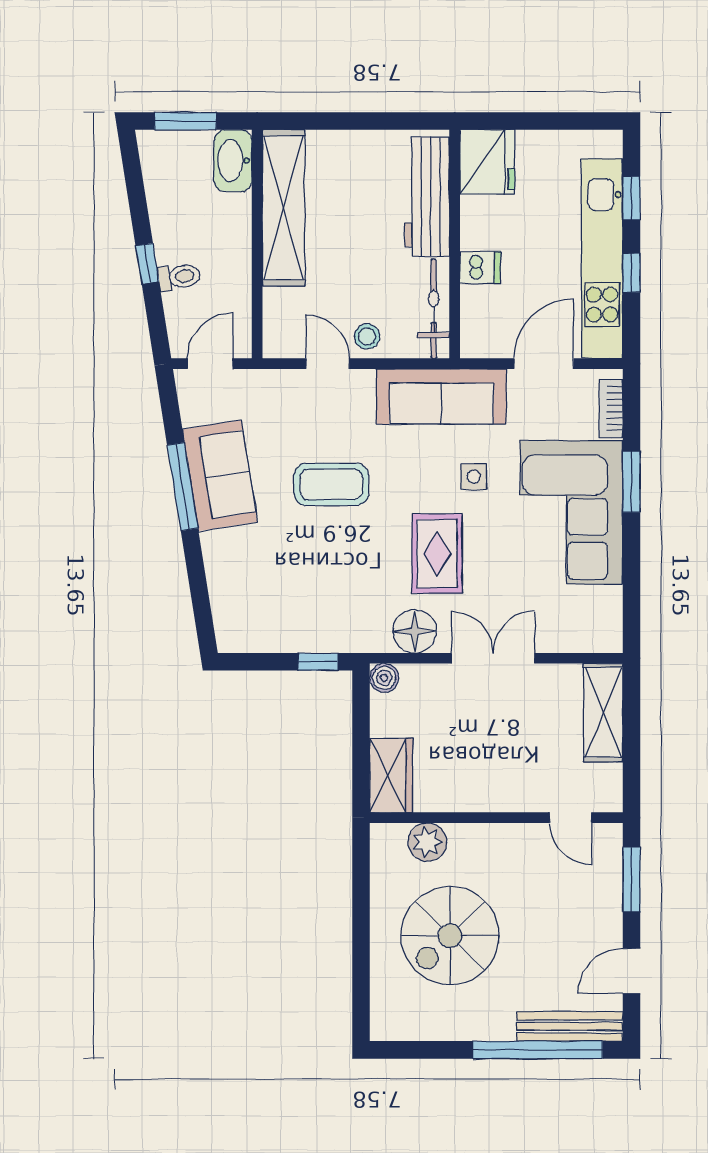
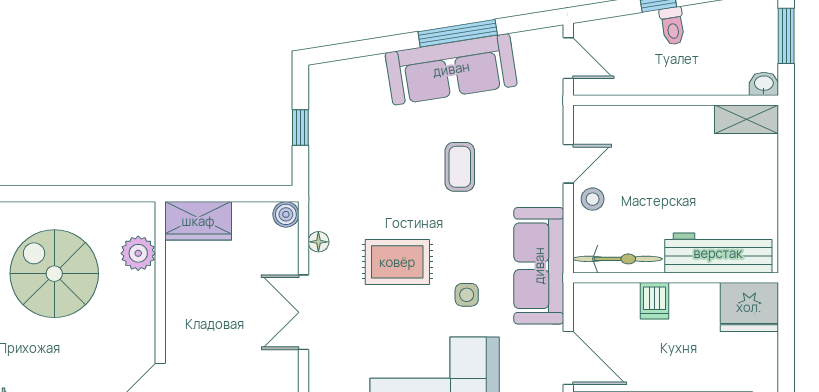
washbasin: (233, 161) -> (764, 84), width x0.52, depth x0.69
shelving: (284, 208) -> (747, 119), width x0.45, depth x0.75
toilet: (179, 277) -> (672, 26), moved
sofa: (220, 476) -> (451, 69), width x1.36
coffee table: (331, 484) -> (460, 167), width x0.73, depth x0.77
floor lamp: (415, 631) -> (318, 242), width x0.53, depth x0.53
double door: (493, 658) -> (303, 312), swing flipped
window: (318, 662) -> (300, 128), moved

